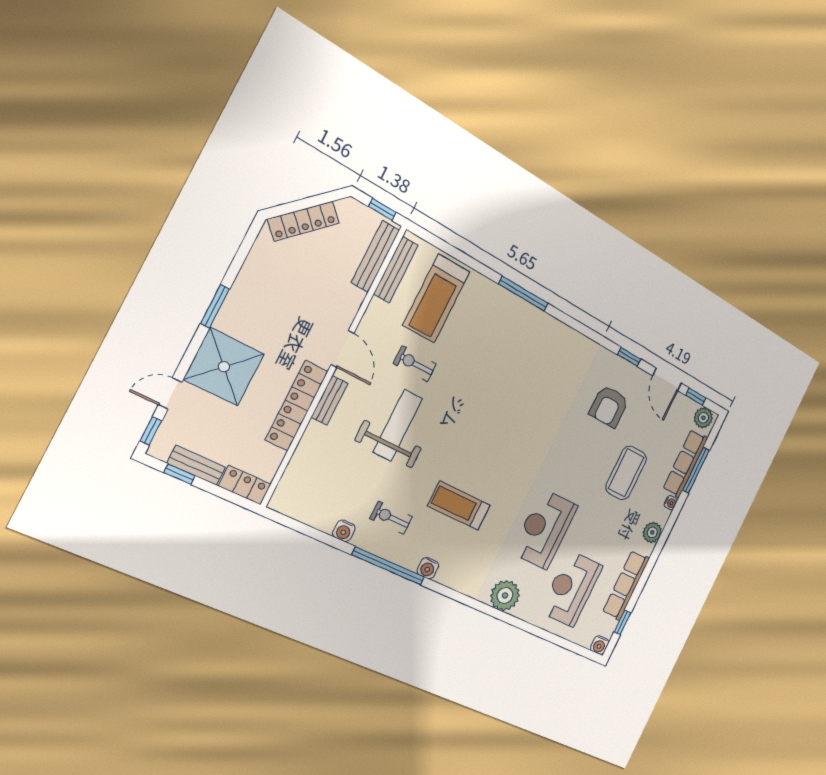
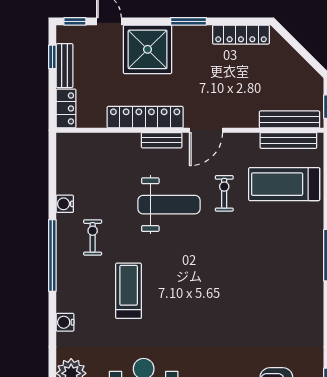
locker: (303, 221) -> (241, 35), moved, turned -45
water cooler: (428, 568) -> (65, 322), moved

